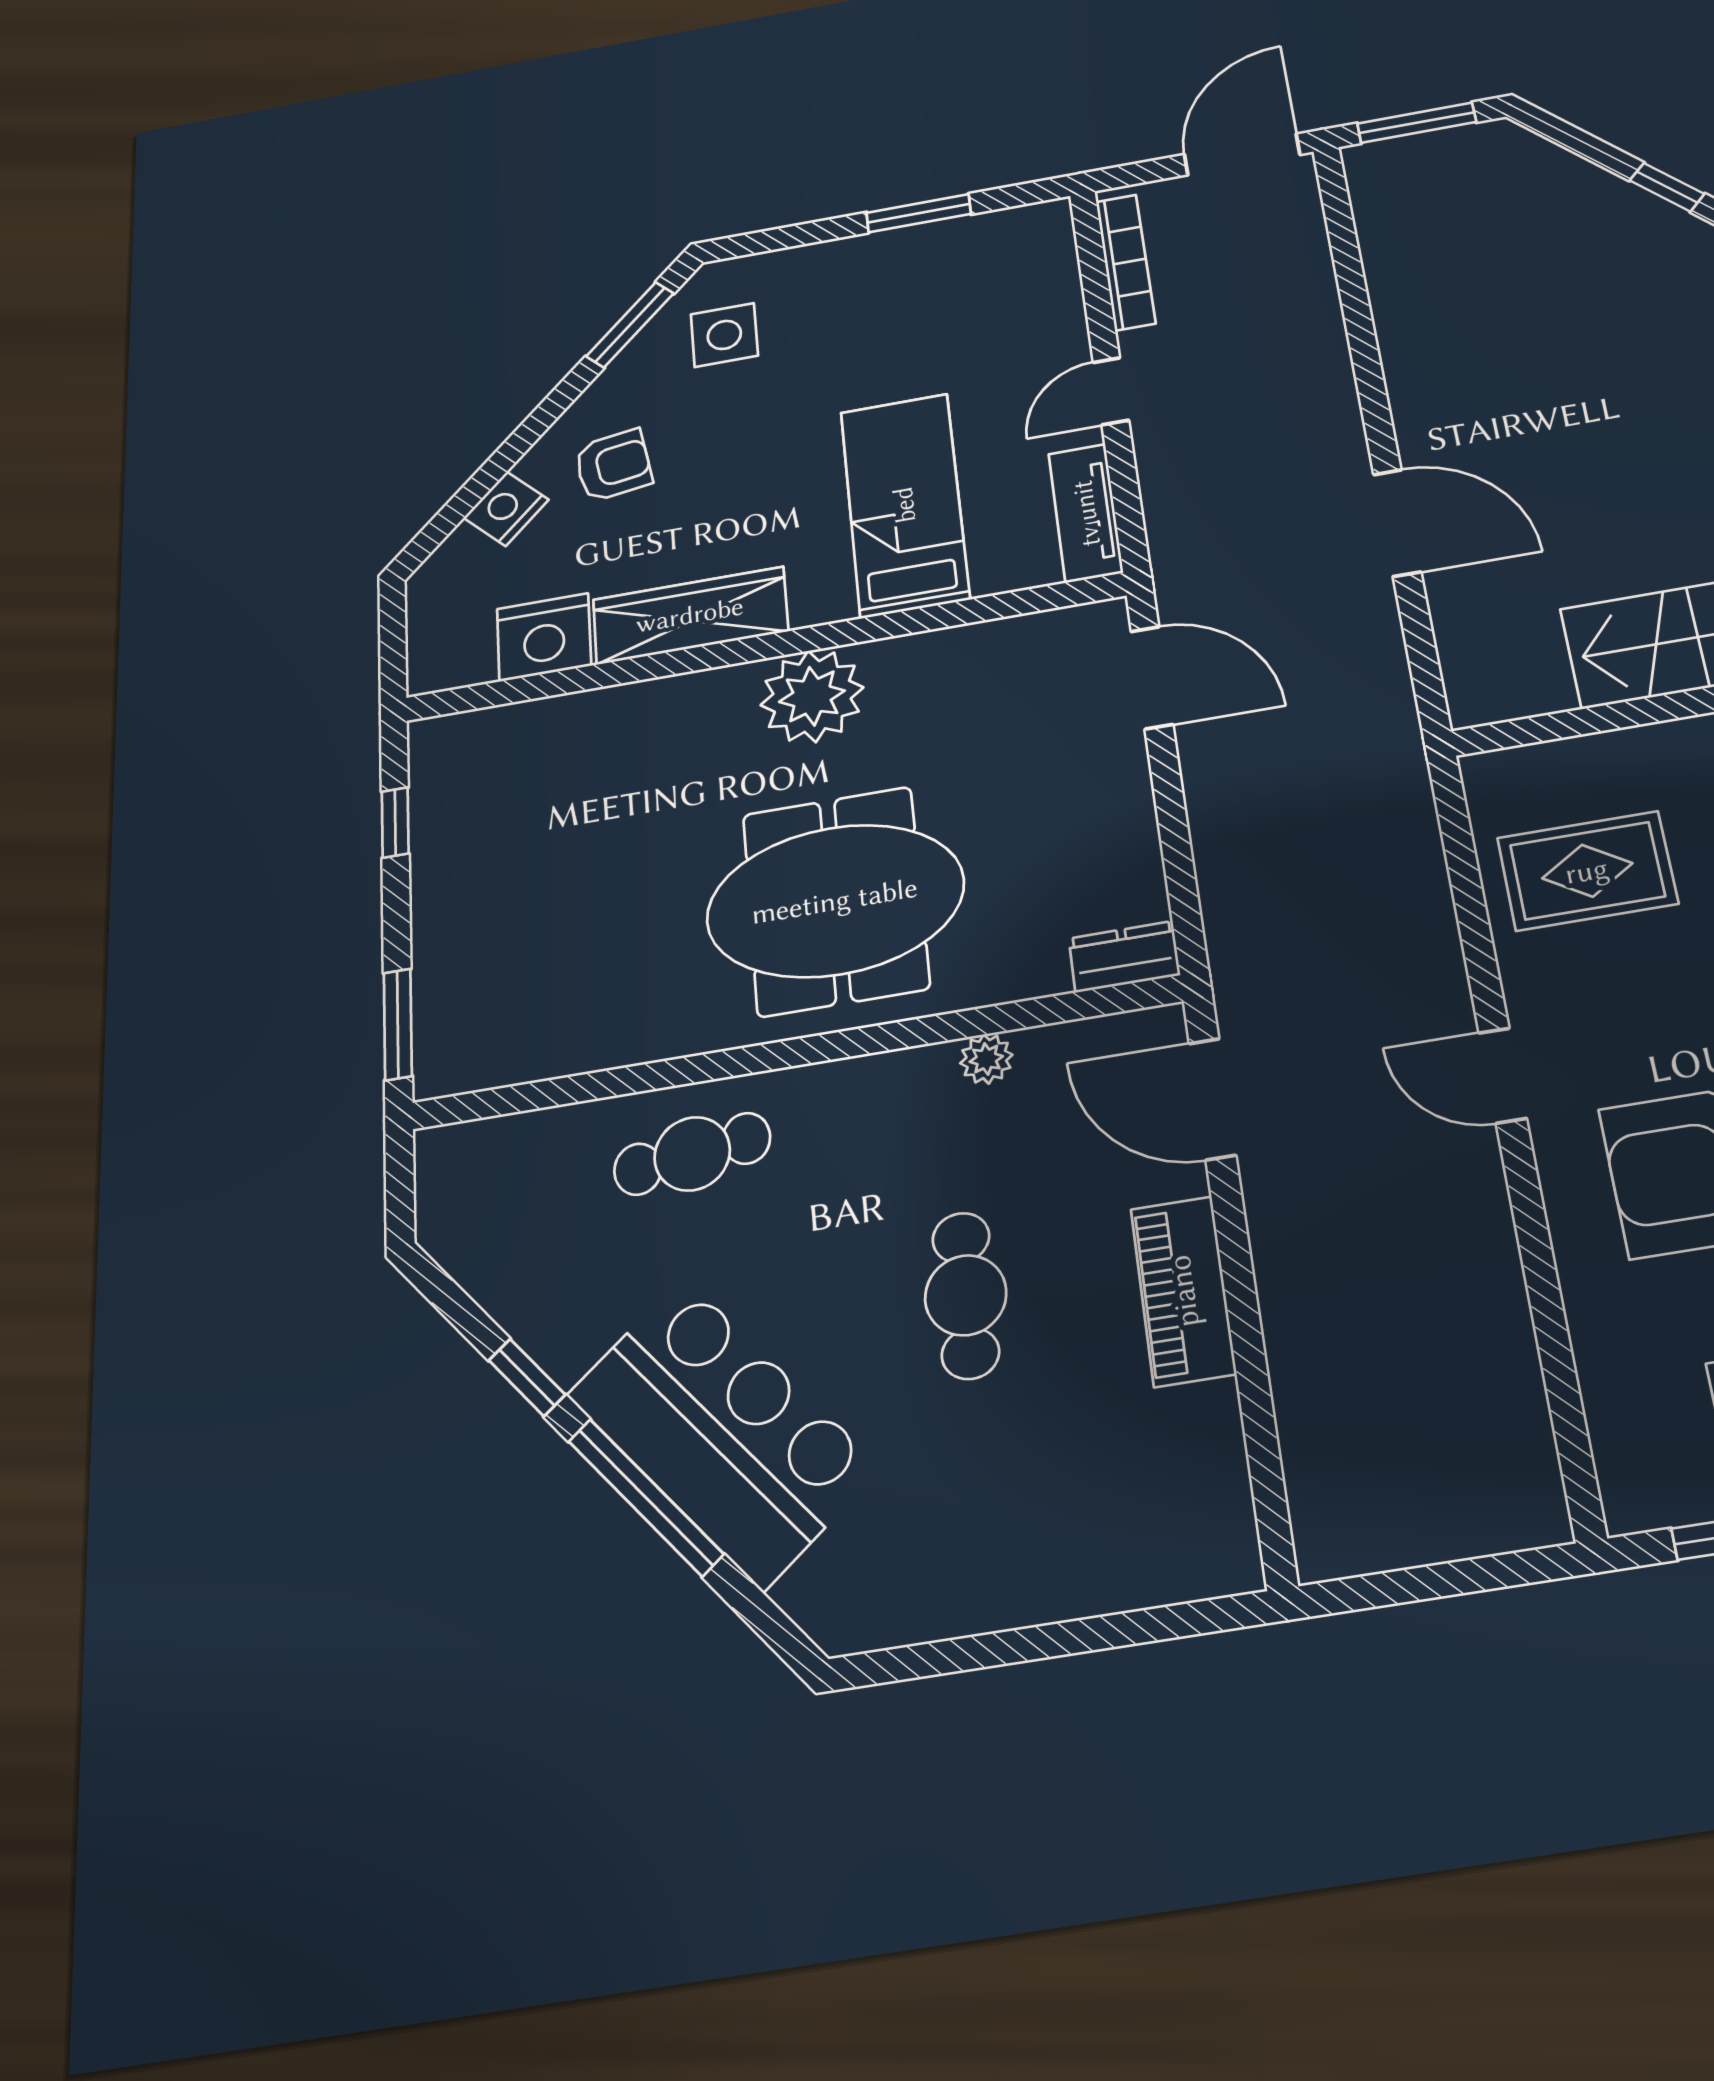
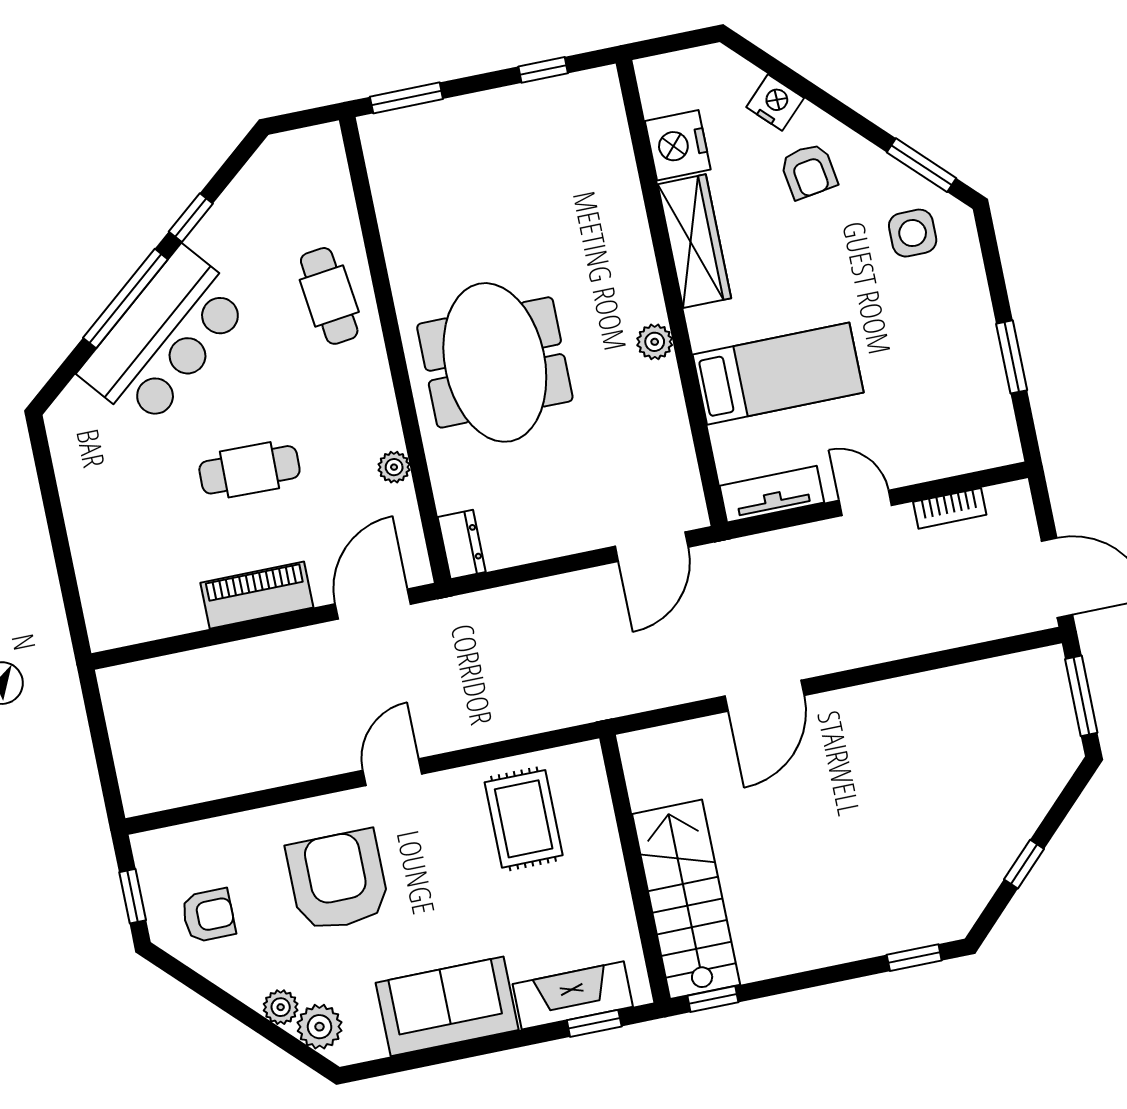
bookcase: (1126, 262) -> (950, 508), width x0.64
plant: (812, 696) -> (655, 342), width x0.53, depth x0.53

